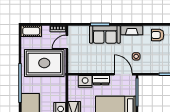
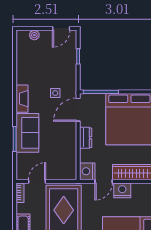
armchair: (158, 35) -> (28, 66), removed
door: (67, 42) -> (37, 181), swing flipped
nightstand: (85, 81) -> (87, 171), moved
door: (67, 94) -> (104, 181), added

